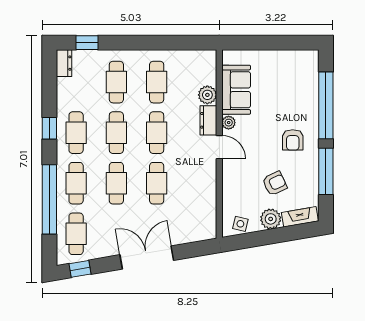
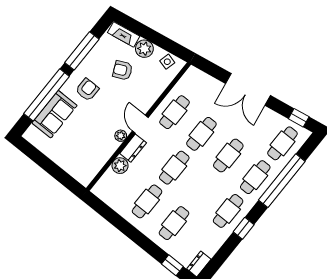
sofa: (236, 90) -> (55, 114), moved, turned 180
cafe table: (116, 133) -> (174, 112), moved

